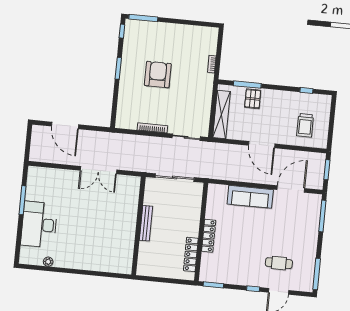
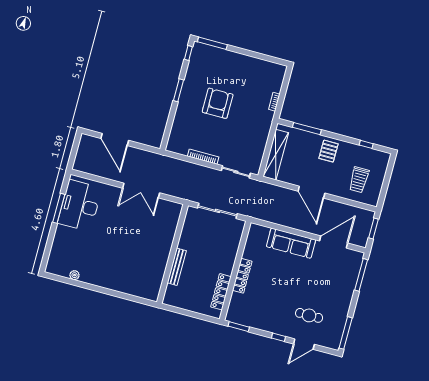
pallet: (253, 99) -> (328, 151), moved
bench: (146, 223) -> (177, 267), moved
desk: (39, 225) -> (80, 206), moved

